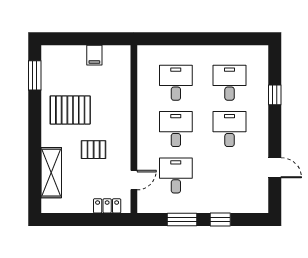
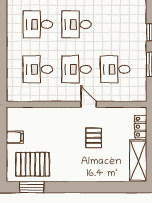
pallet: (70, 110) -> (33, 164), moved, turned 90
shelving: (51, 173) -> (138, 161), moved, turned 90
door: (134, 180) -> (89, 104), moved

